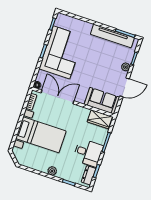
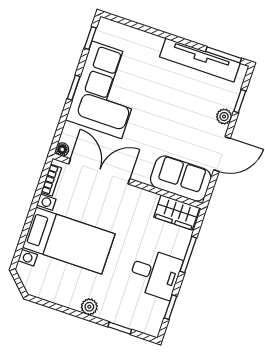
dresser: (89, 175) -> (156, 315), removed

